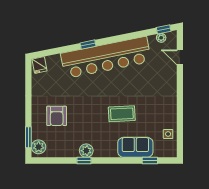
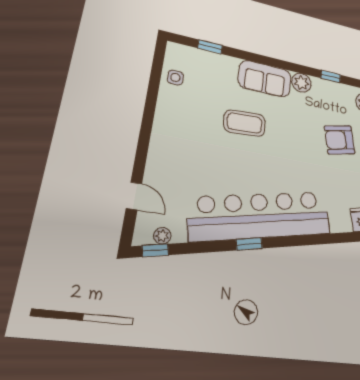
window: (88, 45) -> (249, 244), moved
armchair: (57, 116) -> (340, 140), turned -102
sofa: (135, 147) -> (265, 79), moved
window: (84, 161) -> (331, 76), moved

